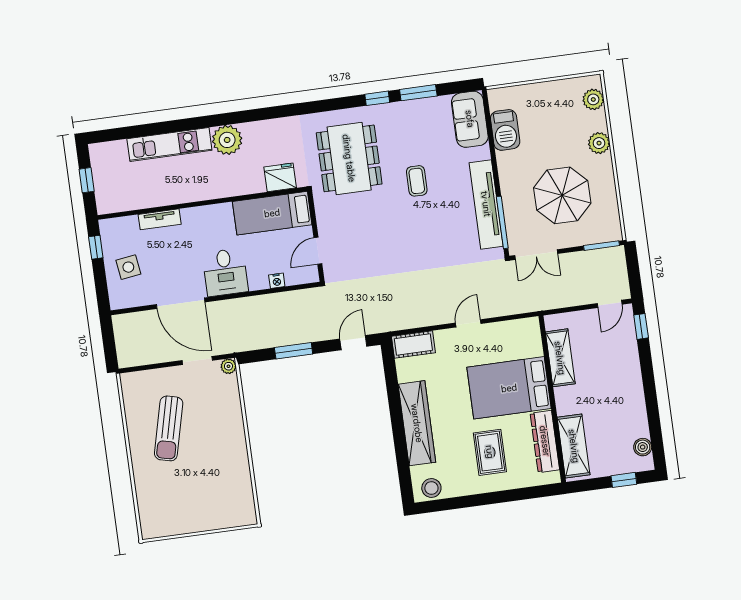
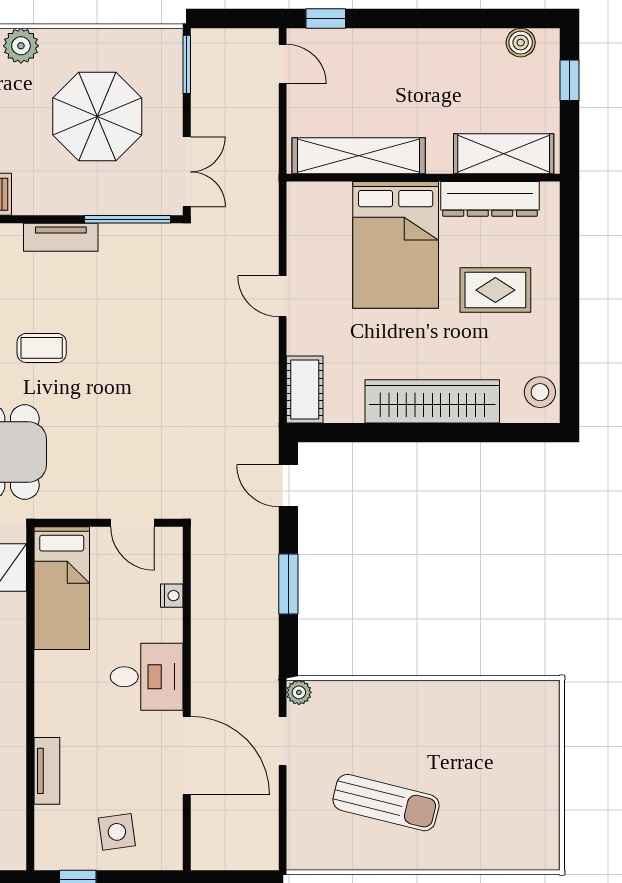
tv unit: (486, 204) -> (61, 237), width x0.52, depth x0.78
door: (181, 303) -> (187, 756), hinge flipped
shelving: (560, 358) -> (359, 156), width x1.47

